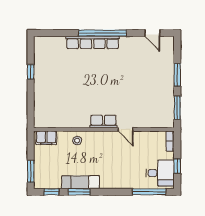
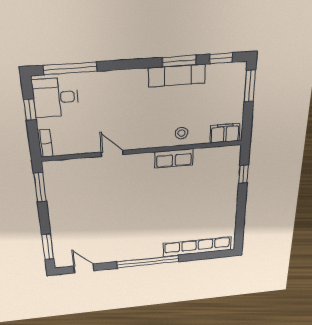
row of seats: (93, 42) -> (197, 247), moved
window: (31, 72) -> (243, 174), moved
window: (177, 75) -> (48, 247), moved
row of seats: (103, 121) -> (174, 158), moved

